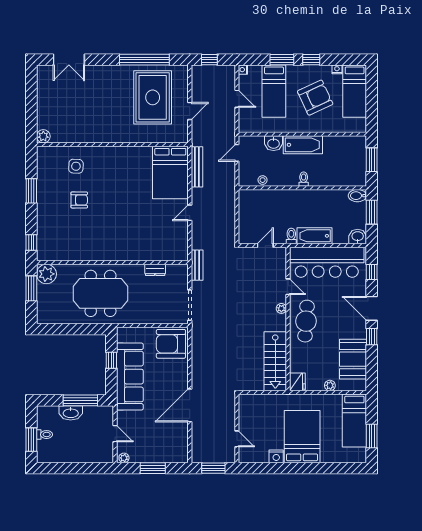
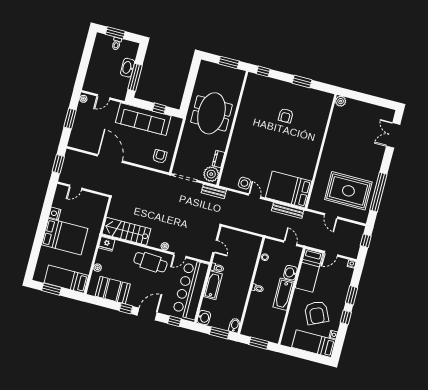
bed: (274, 91) -> (309, 270), moved, turned -90
side table: (76, 166) -> (244, 183), moved
plant: (46, 274) -> (211, 174), moved
armchair: (171, 344) -> (160, 156), width x0.53, depth x0.53

